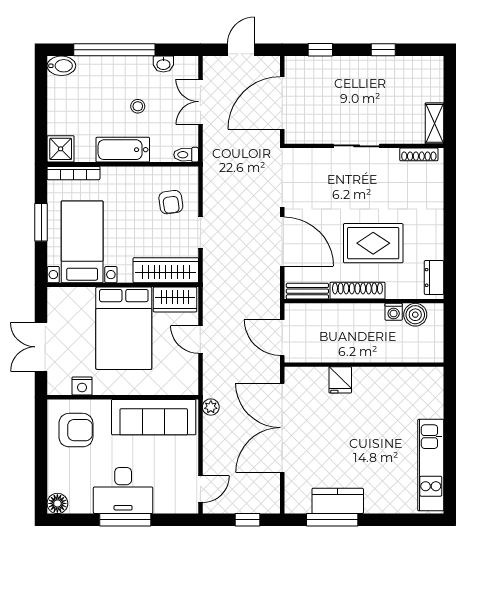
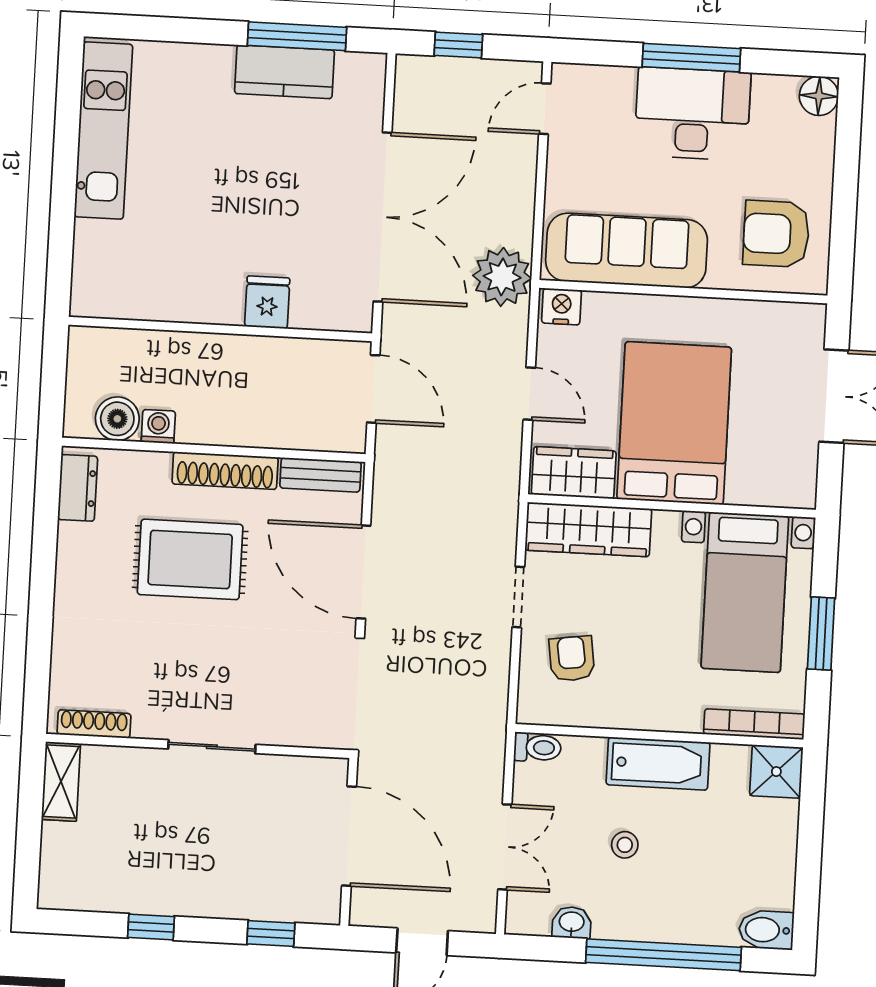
door: (282, 103) -> (349, 836), hinge flipped
nightstand: (82, 386) -> (562, 307), moved
plant: (211, 407) -> (502, 277), width x1.88, depth x1.88

